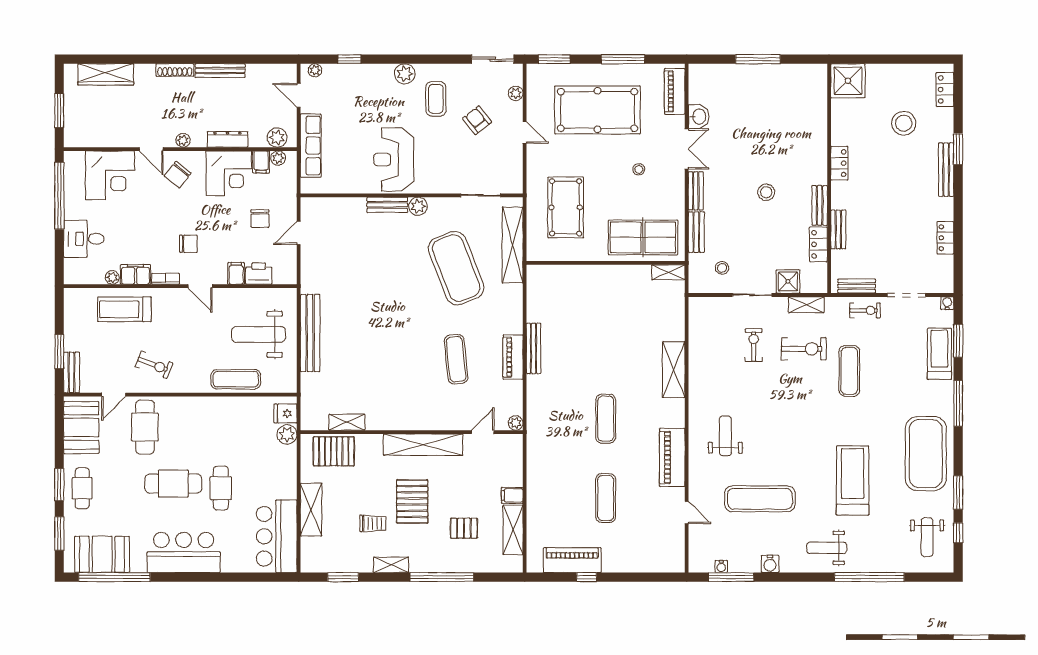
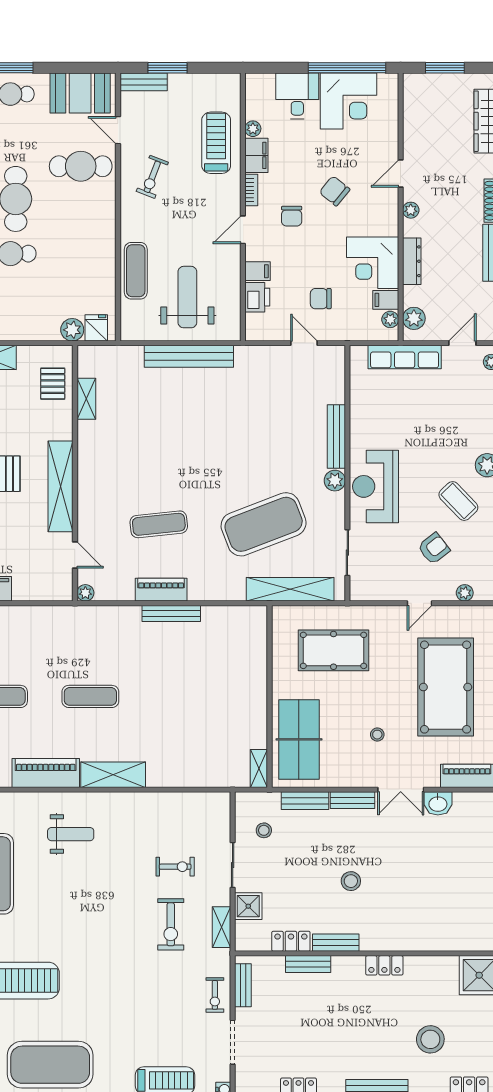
coffee table: (436, 99) -> (458, 501), turned 46
reception desk: (394, 159) -> (376, 486), moved, turned -90
corner desk: (110, 175) -> (348, 101), moved, turned -90
chair: (178, 175) -> (335, 191), moved
bench: (387, 205) -> (336, 437), width x1.36
shelving: (674, 370) -> (113, 775), moved
exercise mat: (849, 371) -> (145, 977), removed
pallet: (334, 451) -> (53, 384), width x0.67, depth x0.71

